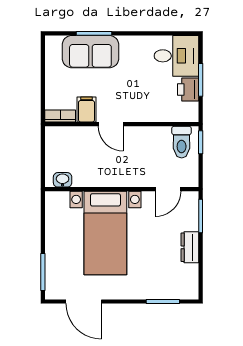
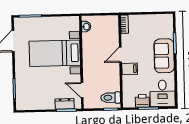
sofa: (90, 52) -> (164, 56), moved
filing cabinet: (86, 109) -> (130, 69), moved
dresser: (190, 247) -> (65, 104), moved

